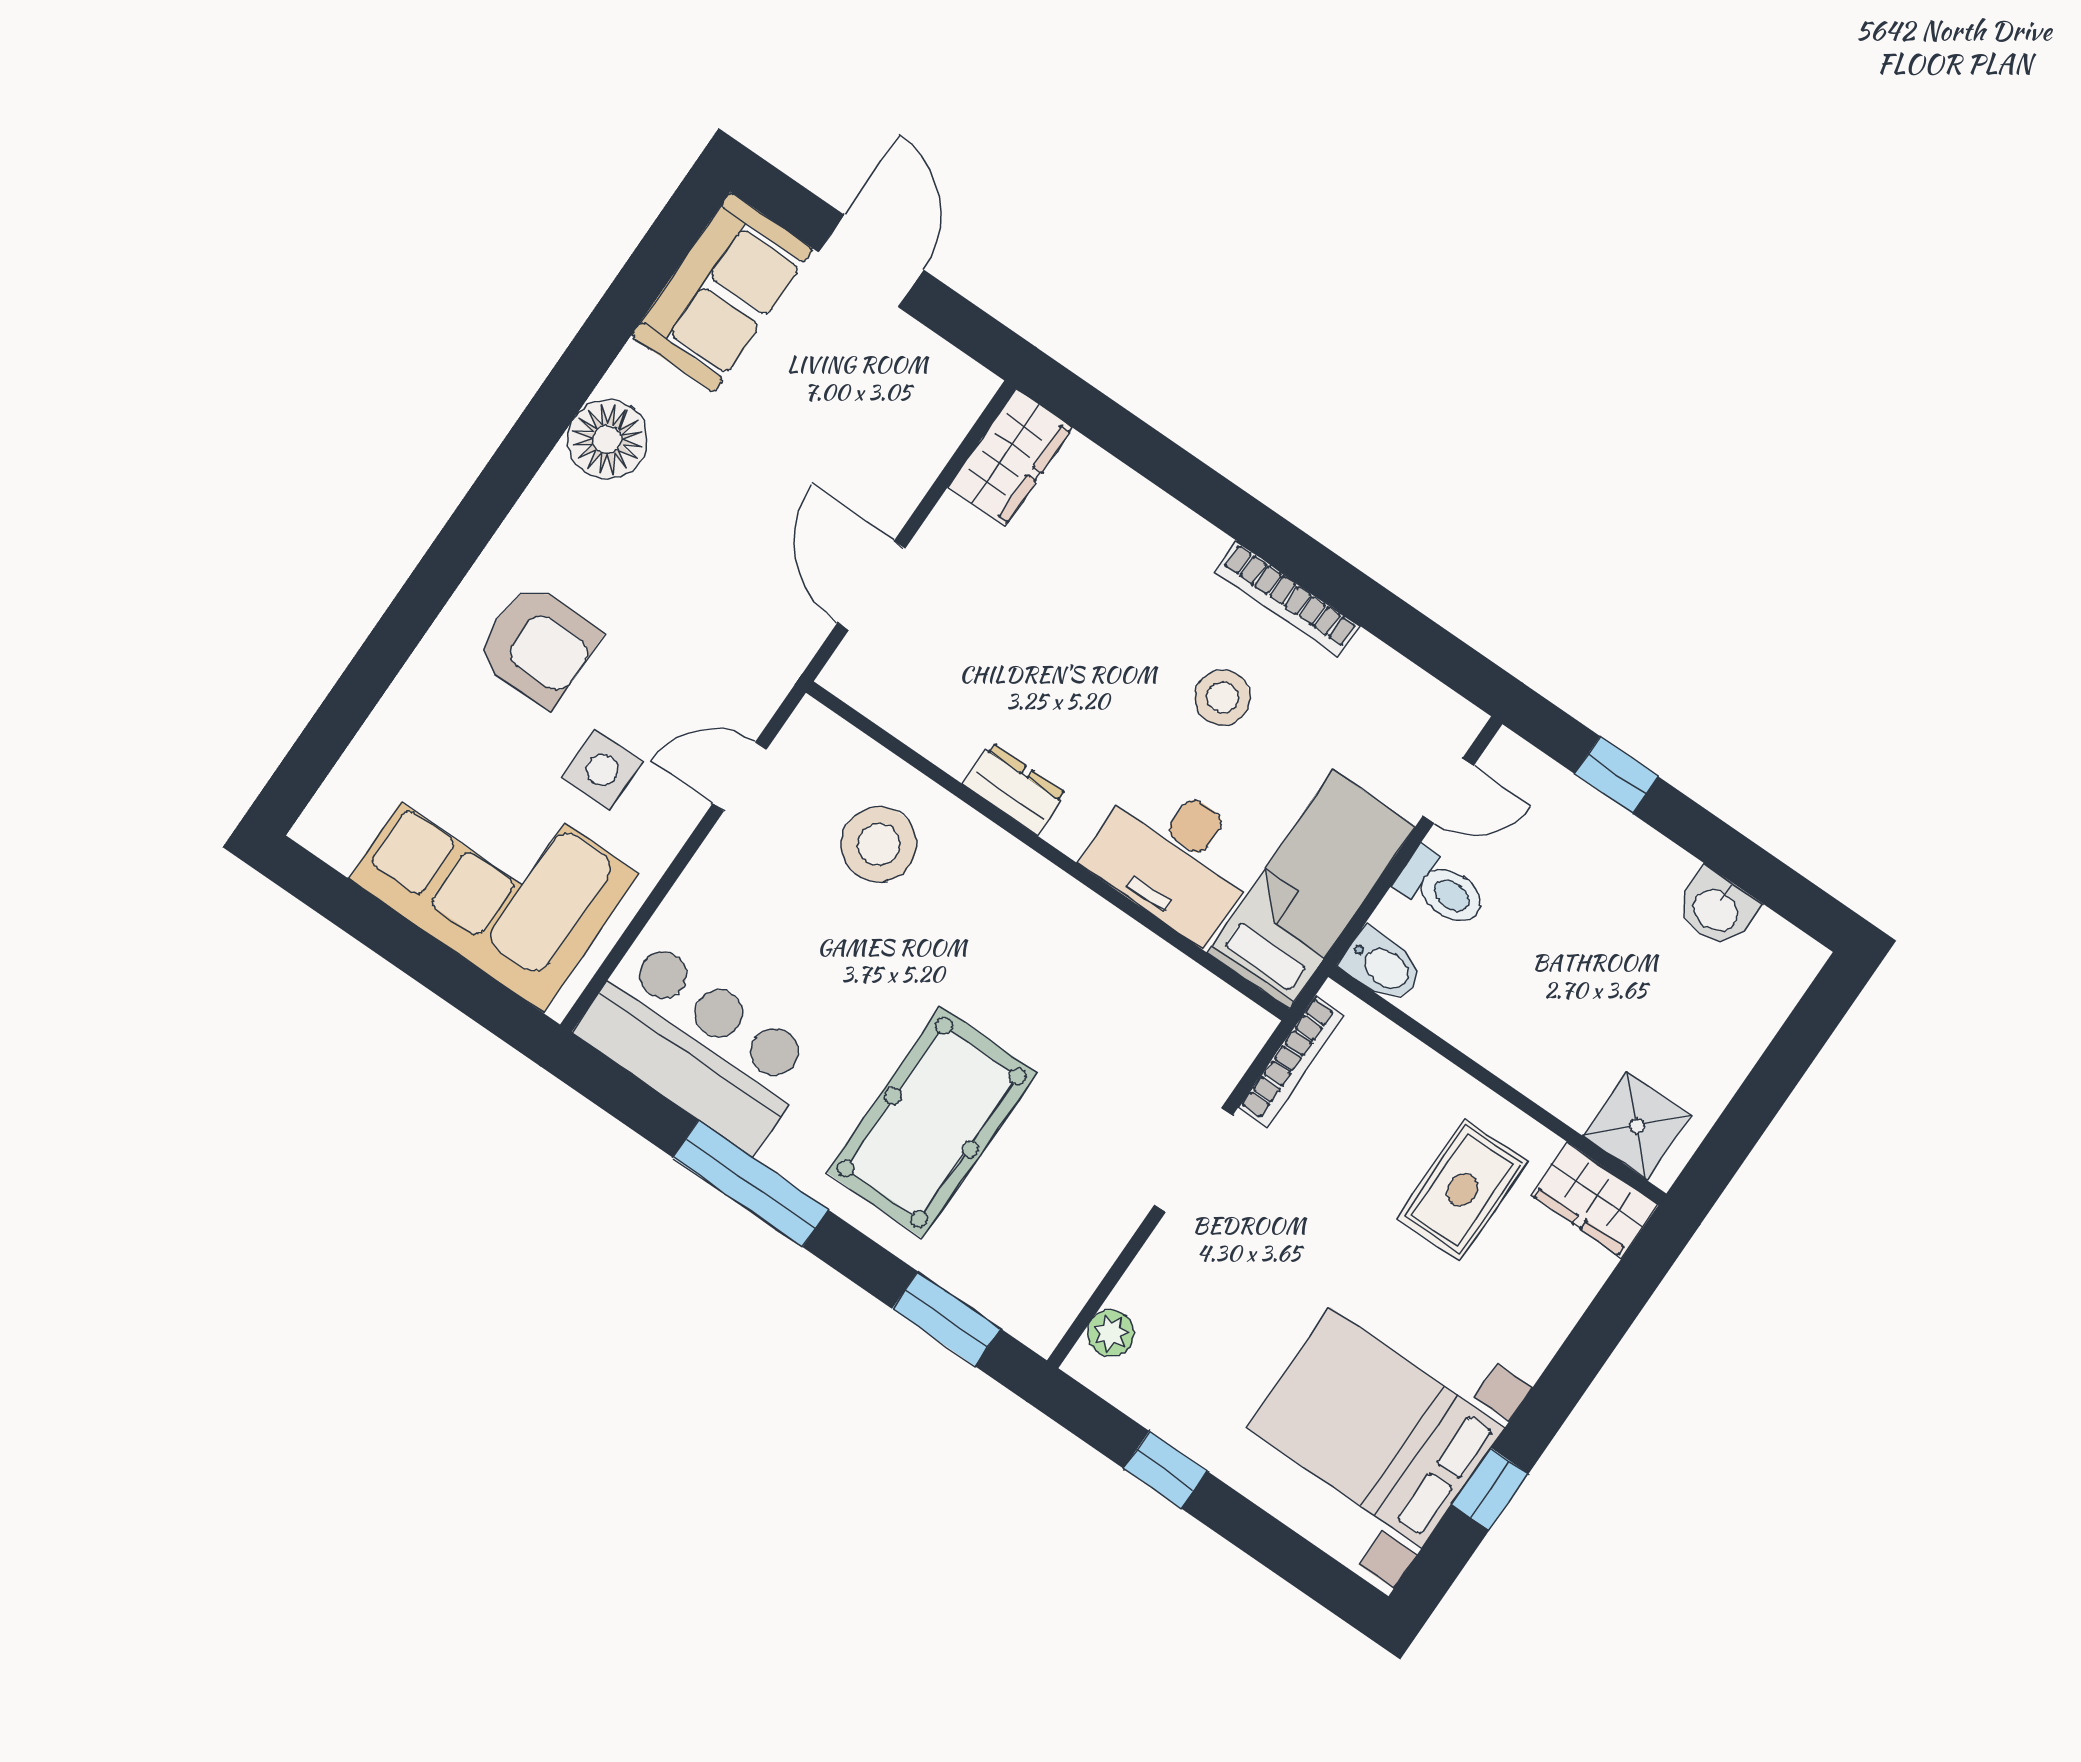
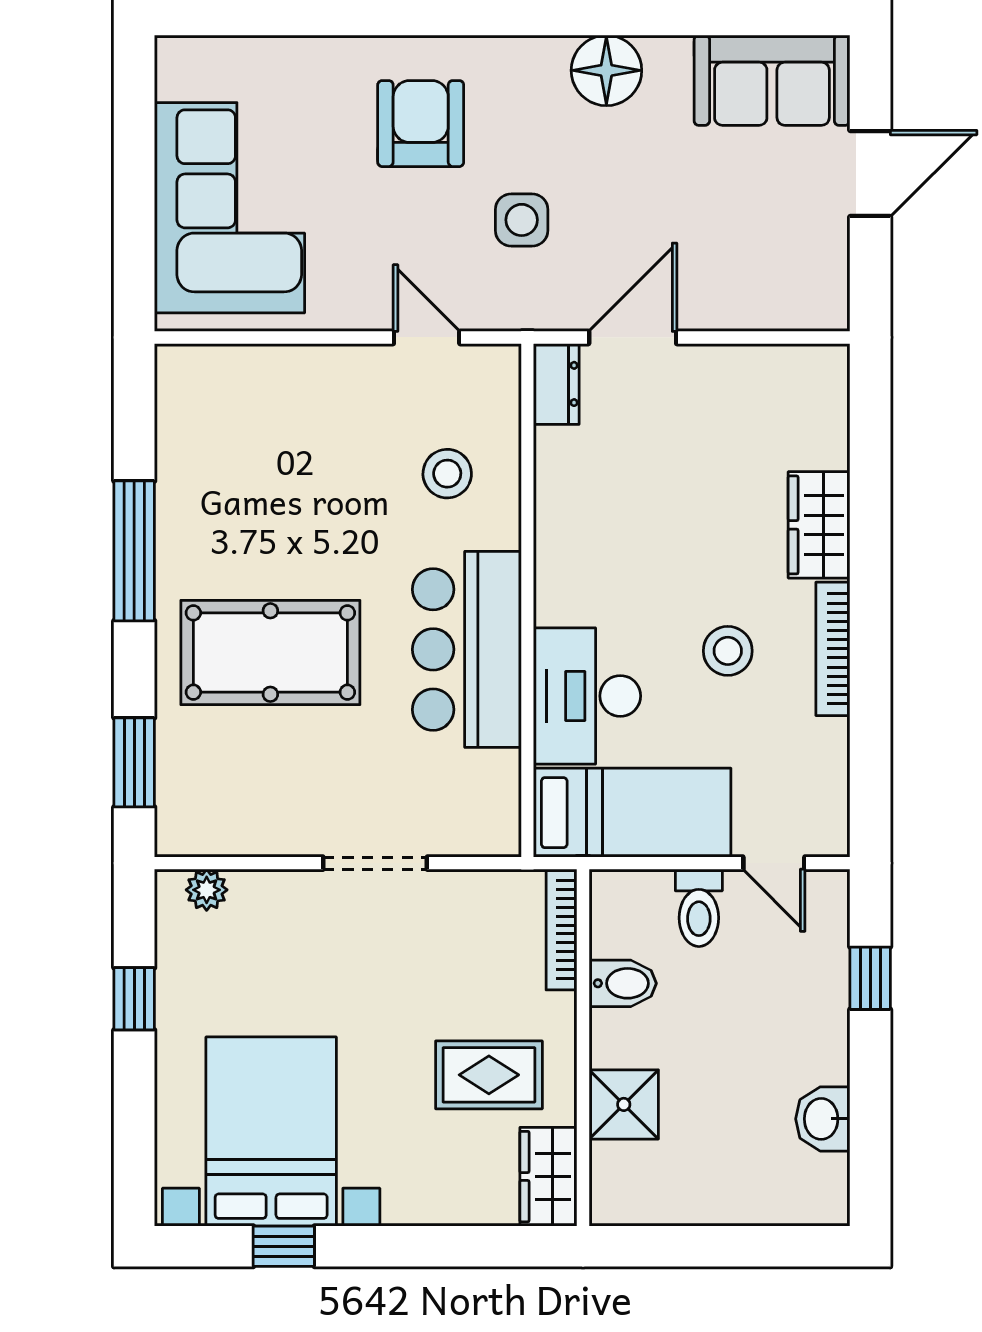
wardrobe: (1010, 457) -> (819, 525), moved, turned 90
armchair: (538, 645) -> (421, 124), turned 180
side table: (602, 770) -> (522, 220), moved
dresser: (1015, 789) -> (556, 384), moved
stool: (879, 844) -> (447, 474), width x0.73, depth x0.73
bidet: (1382, 966) -> (623, 983), moved, turned -90
bar counter: (697, 1045) -> (467, 649), moved, turned 180
bookcase: (1291, 1061) -> (562, 930), moved, turned 90
shower: (1637, 1126) -> (624, 1104), moved

